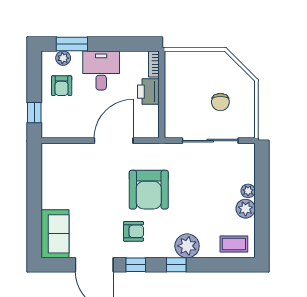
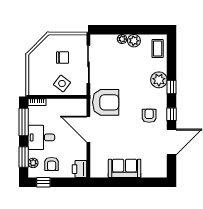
window: (124, 44) -> (24, 122), added
armchair: (62, 86) -> (52, 164), turned 90
printer: (148, 92) -> (80, 169), moved, turned 90
side table: (182, 101) -> (62, 84), added
window: (34, 113) -> (43, 182), moved
armchair: (149, 190) -> (106, 102), moved
sofa: (55, 234) -> (125, 168), moved

